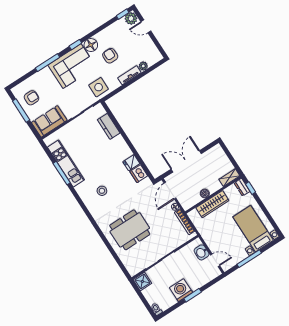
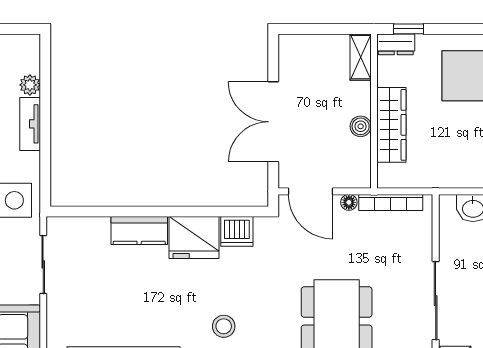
kitchen counter: (109, 126) -> (139, 231), moved
fridge: (131, 163) -> (194, 238), width x1.88, depth x1.34

